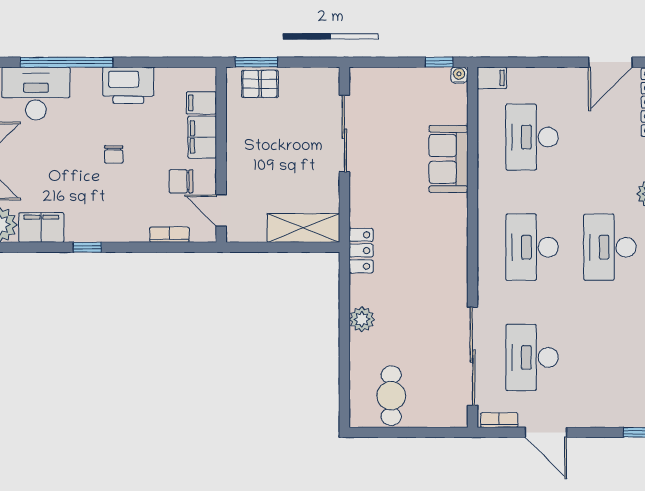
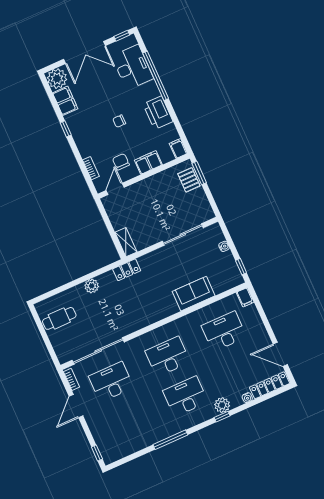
water cooler: (459, 75) -> (224, 246), moved
filing cabinet: (201, 103) -> (178, 148), moved
shelving: (303, 228) -> (126, 242), width x0.67, depth x0.75

